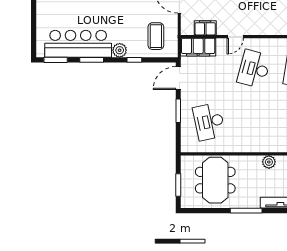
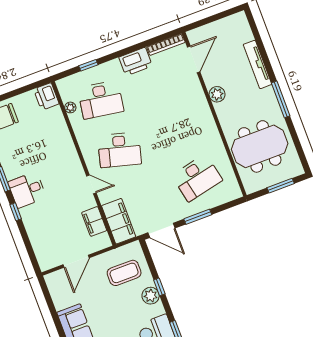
plant: (120, 50) -> (151, 296), moved

